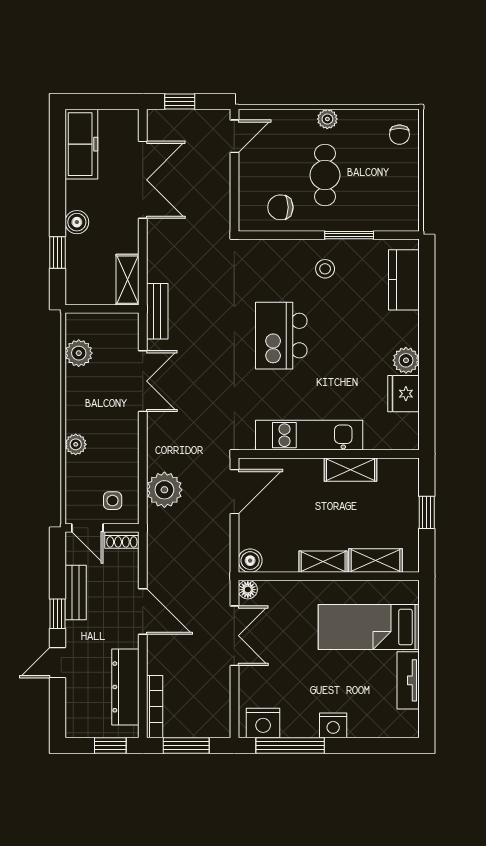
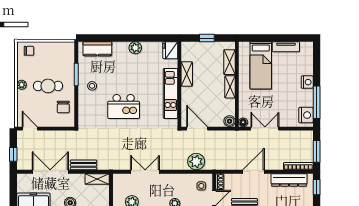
bench: (157, 311) -> (84, 165), moved
fridge: (403, 394) -> (170, 50), moved, turned 90

